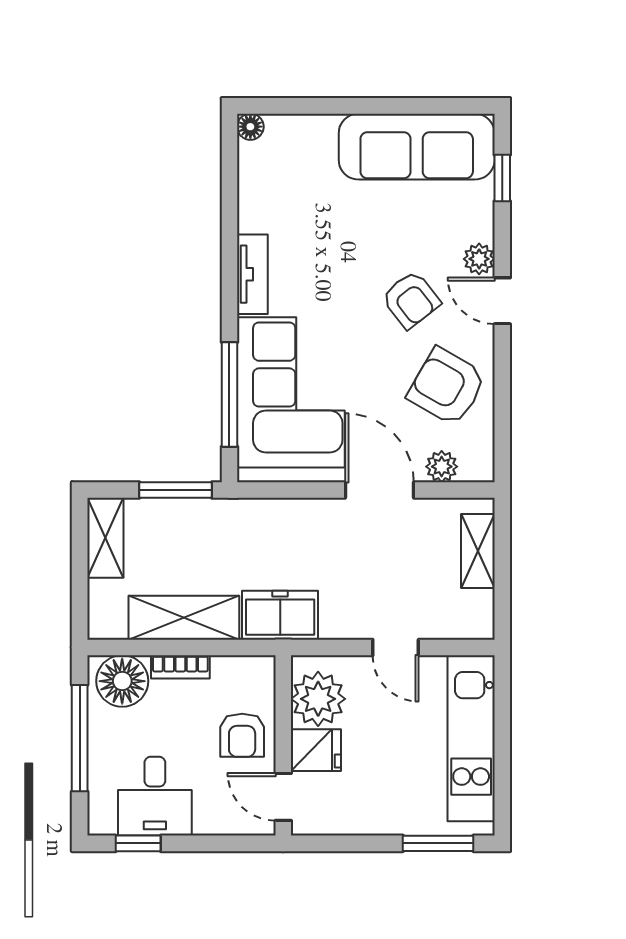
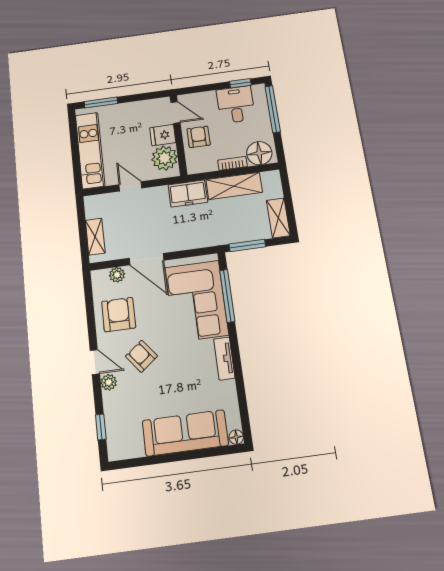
sofa: (417, 147) -> (185, 433), moved
armchair: (447, 387) -> (119, 315), turned -120
window: (80, 738) -> (273, 109), moved

